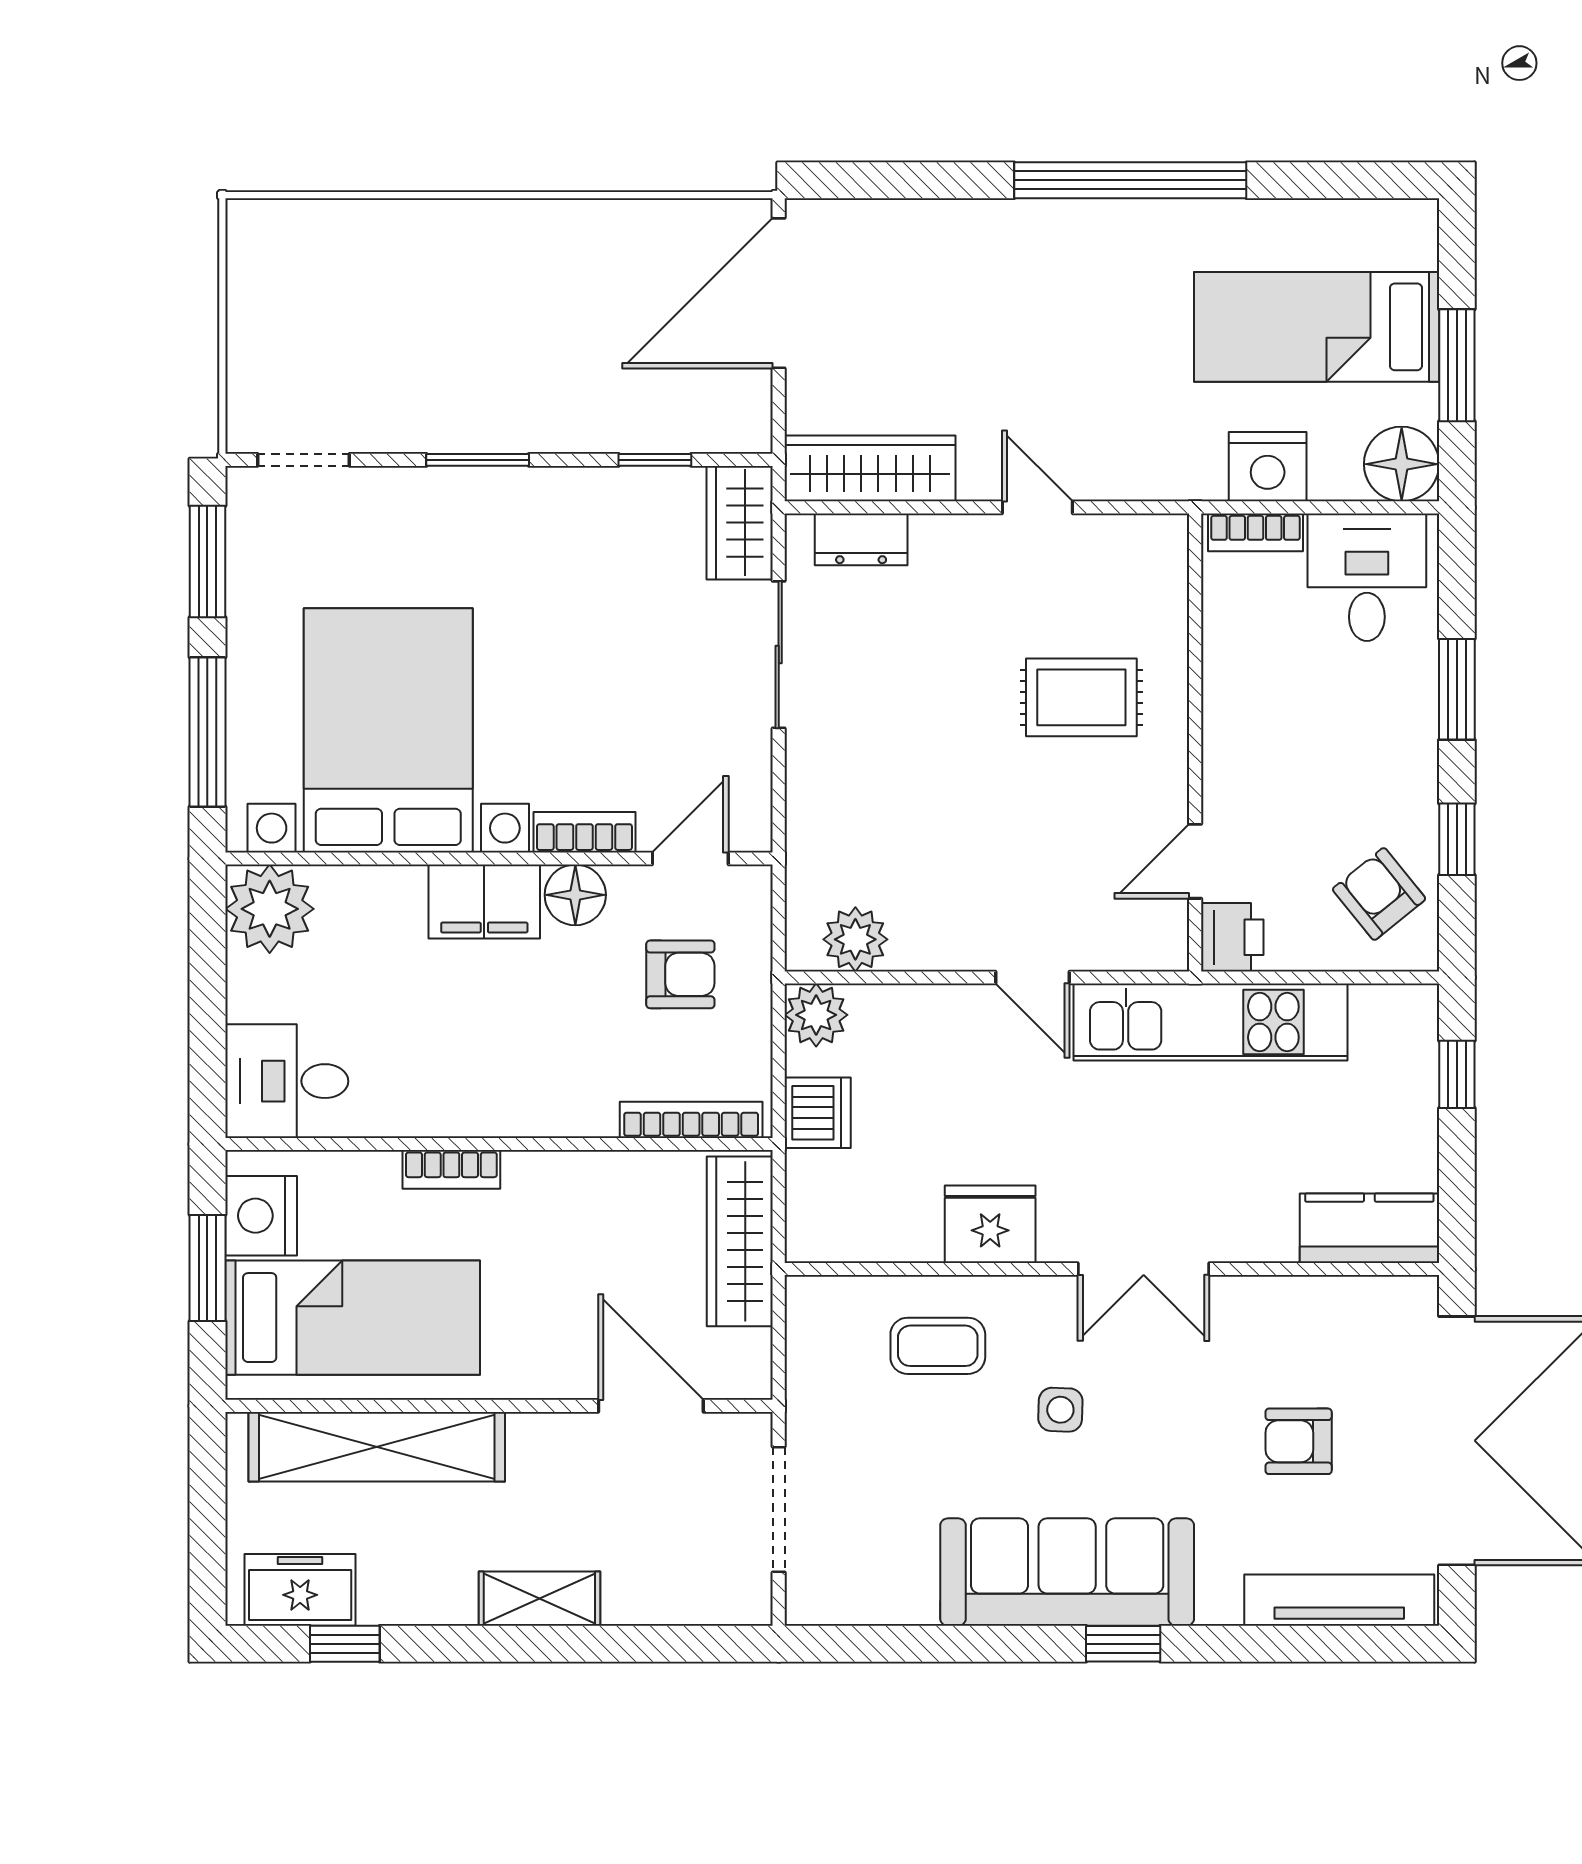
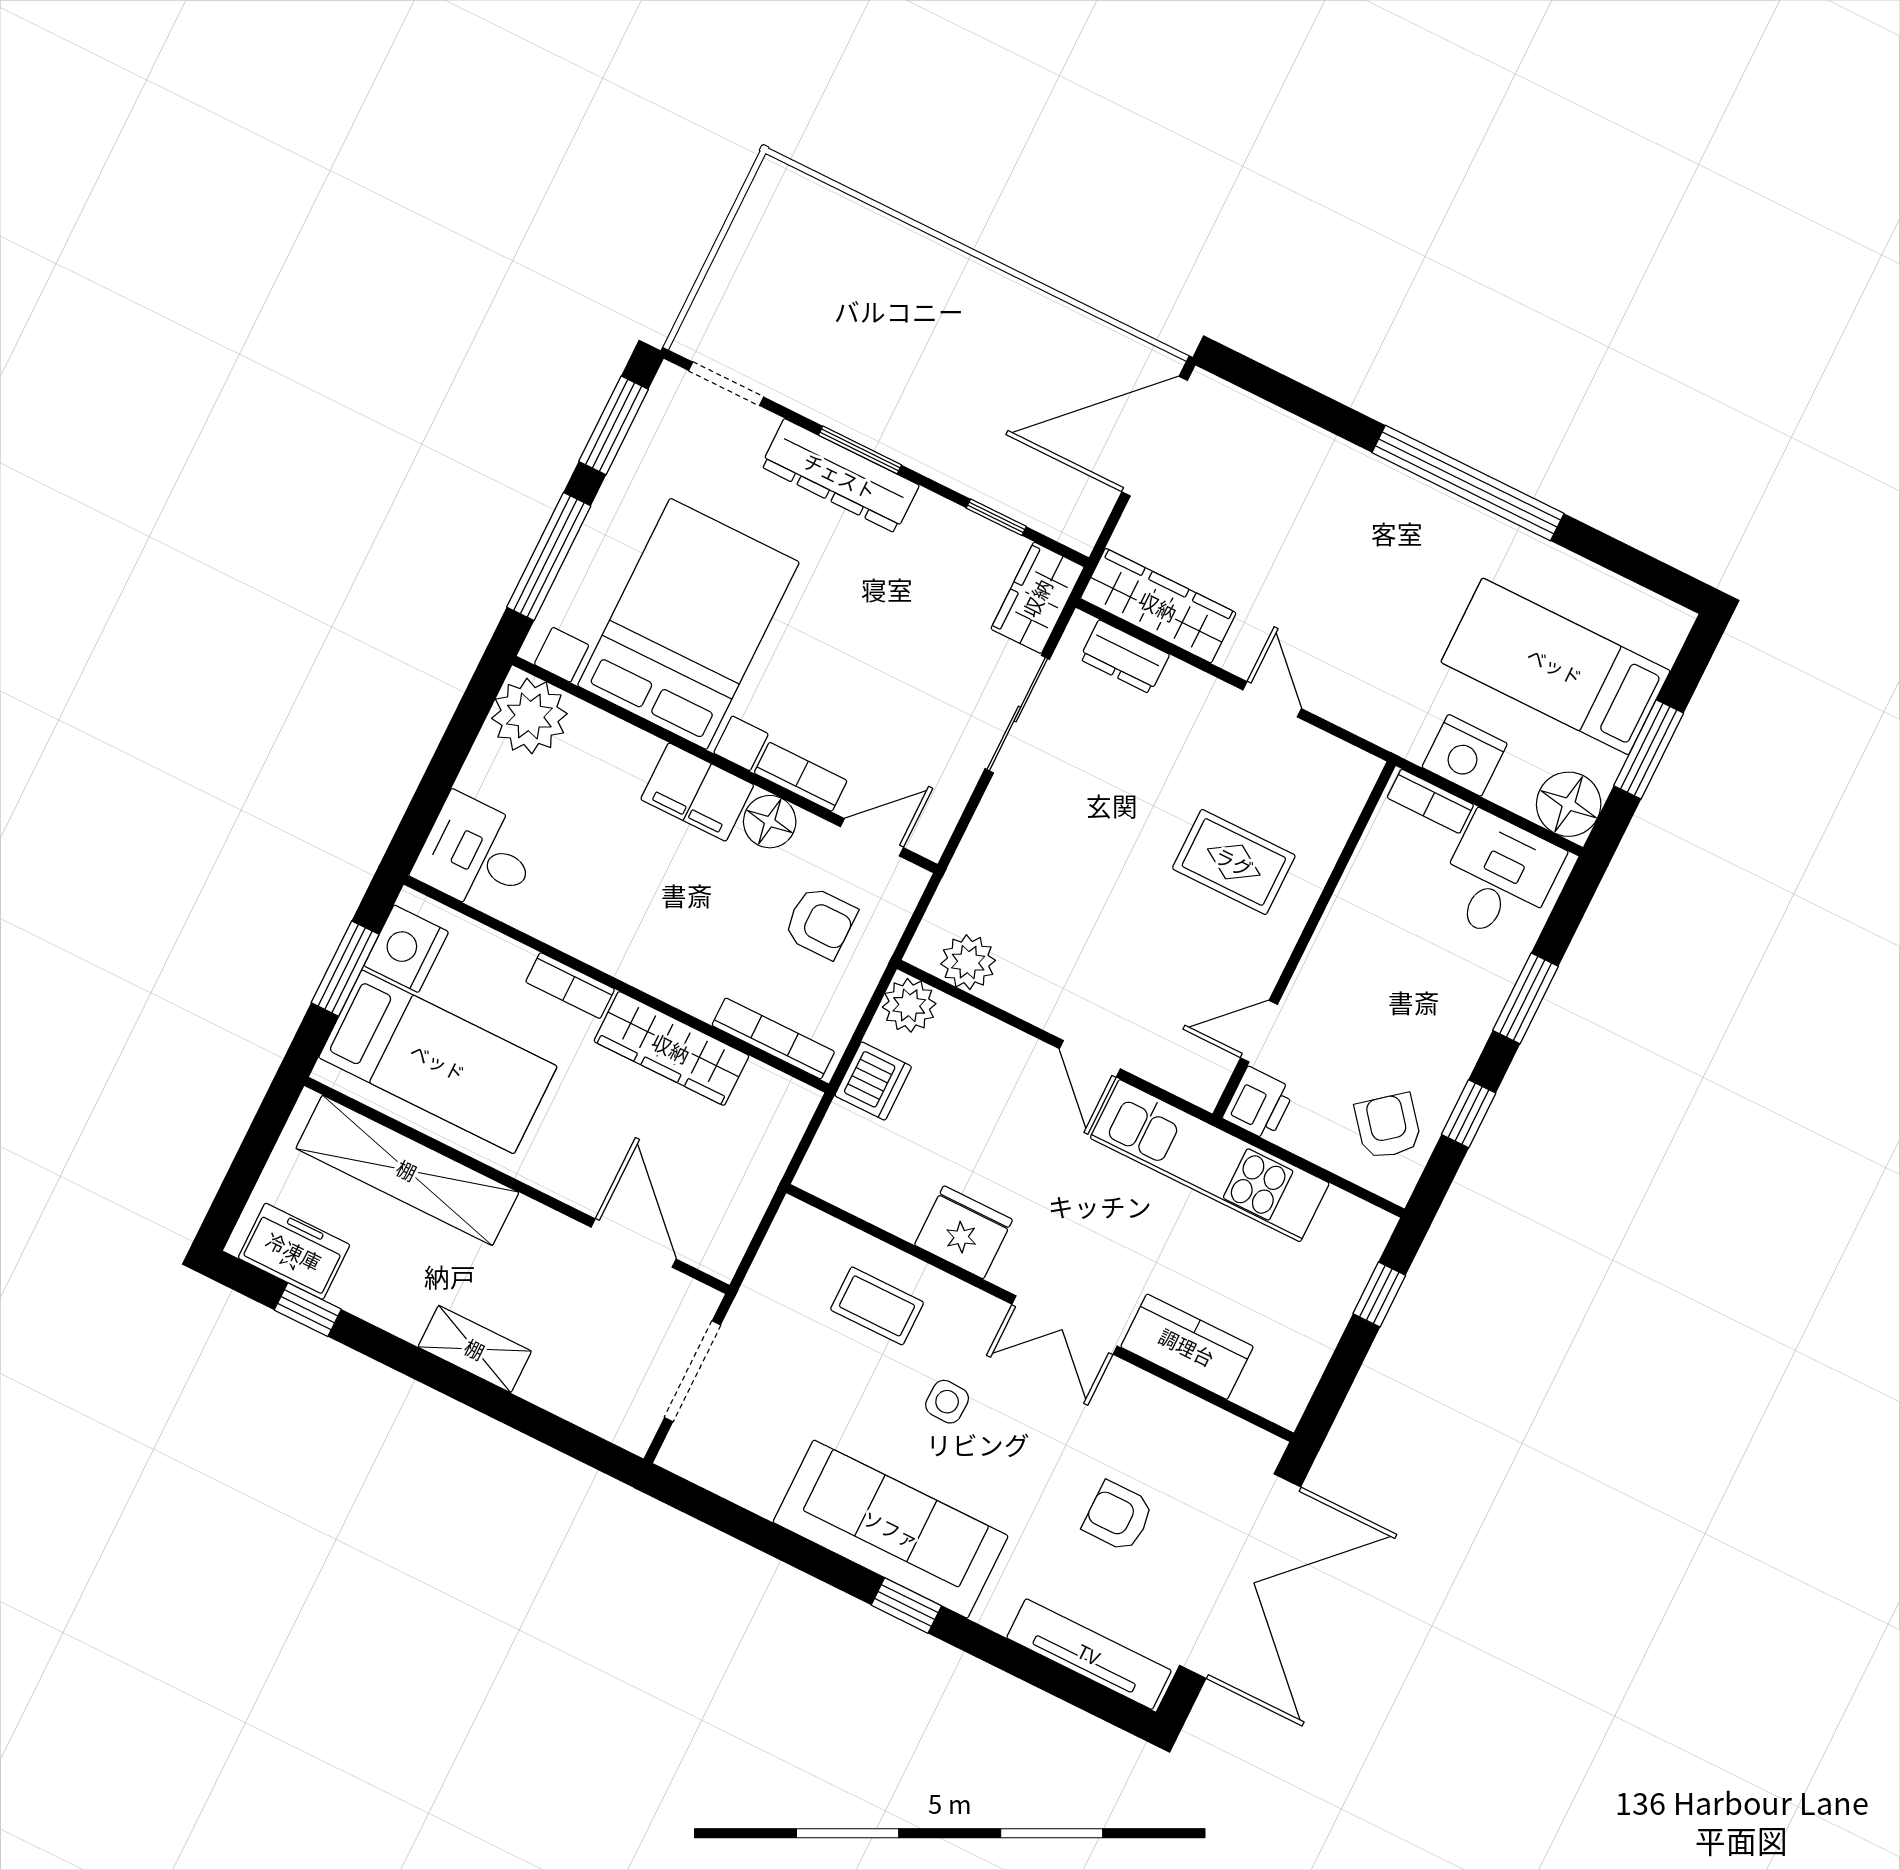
dresser: (470, 497) -> (840, 476), added
kitchen counter: (1369, 1228) -> (1187, 1347), moved
wardrobe: (740, 1241) -> (671, 1048), moved, turned -90

